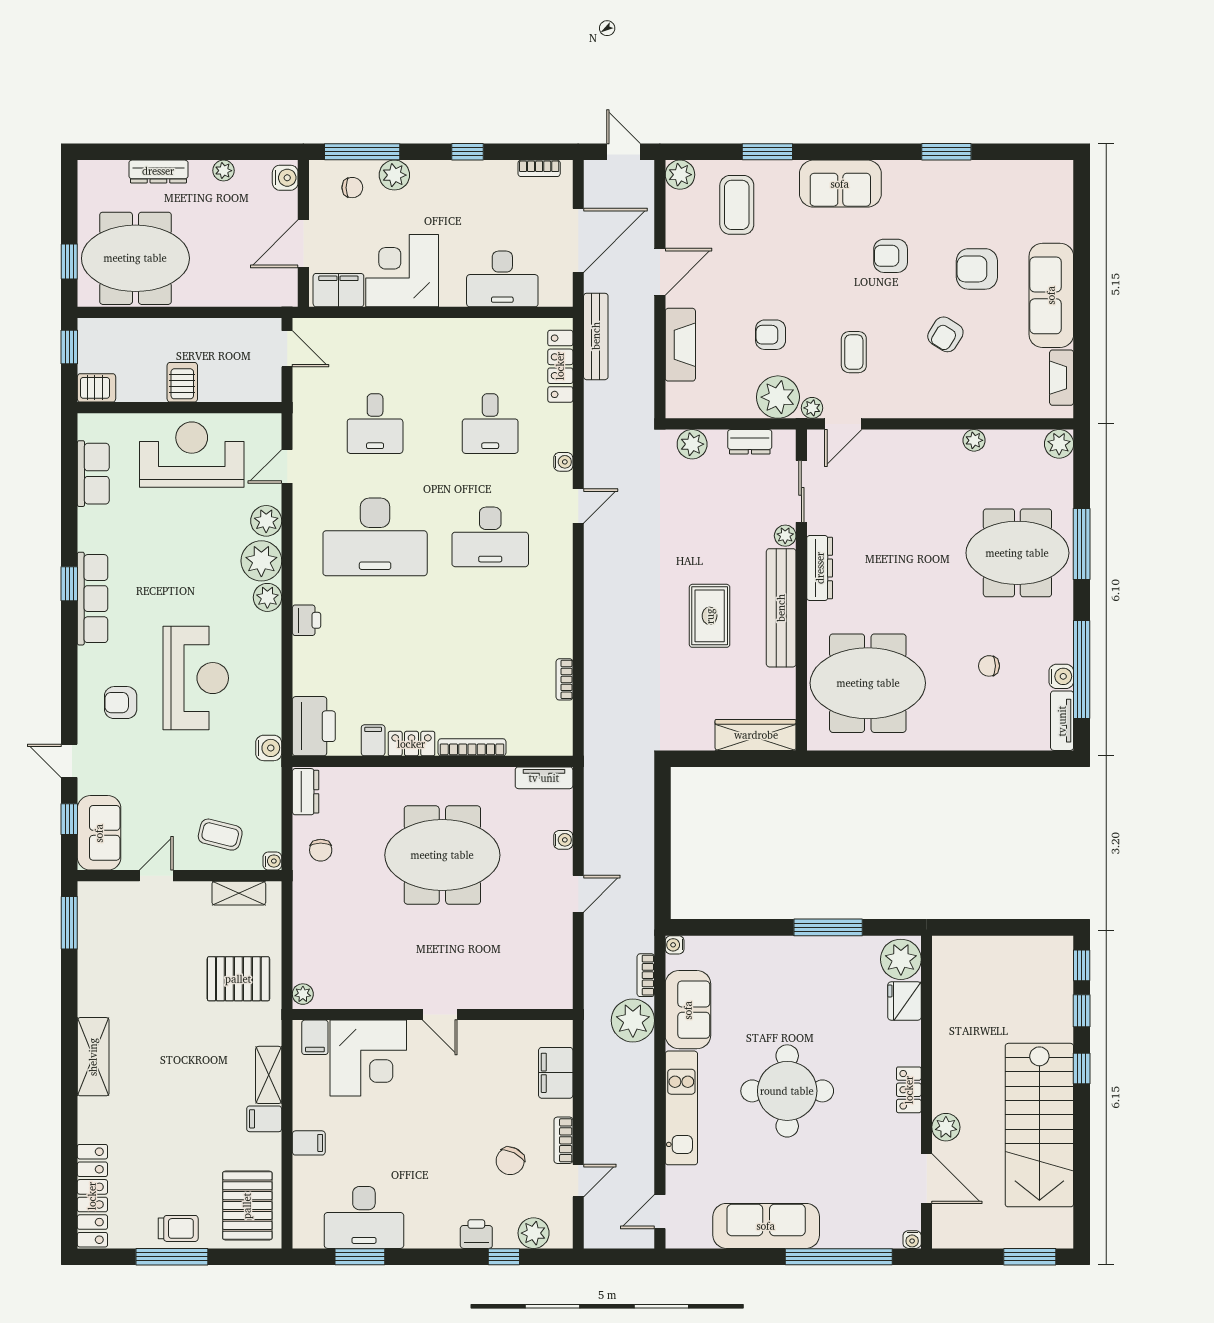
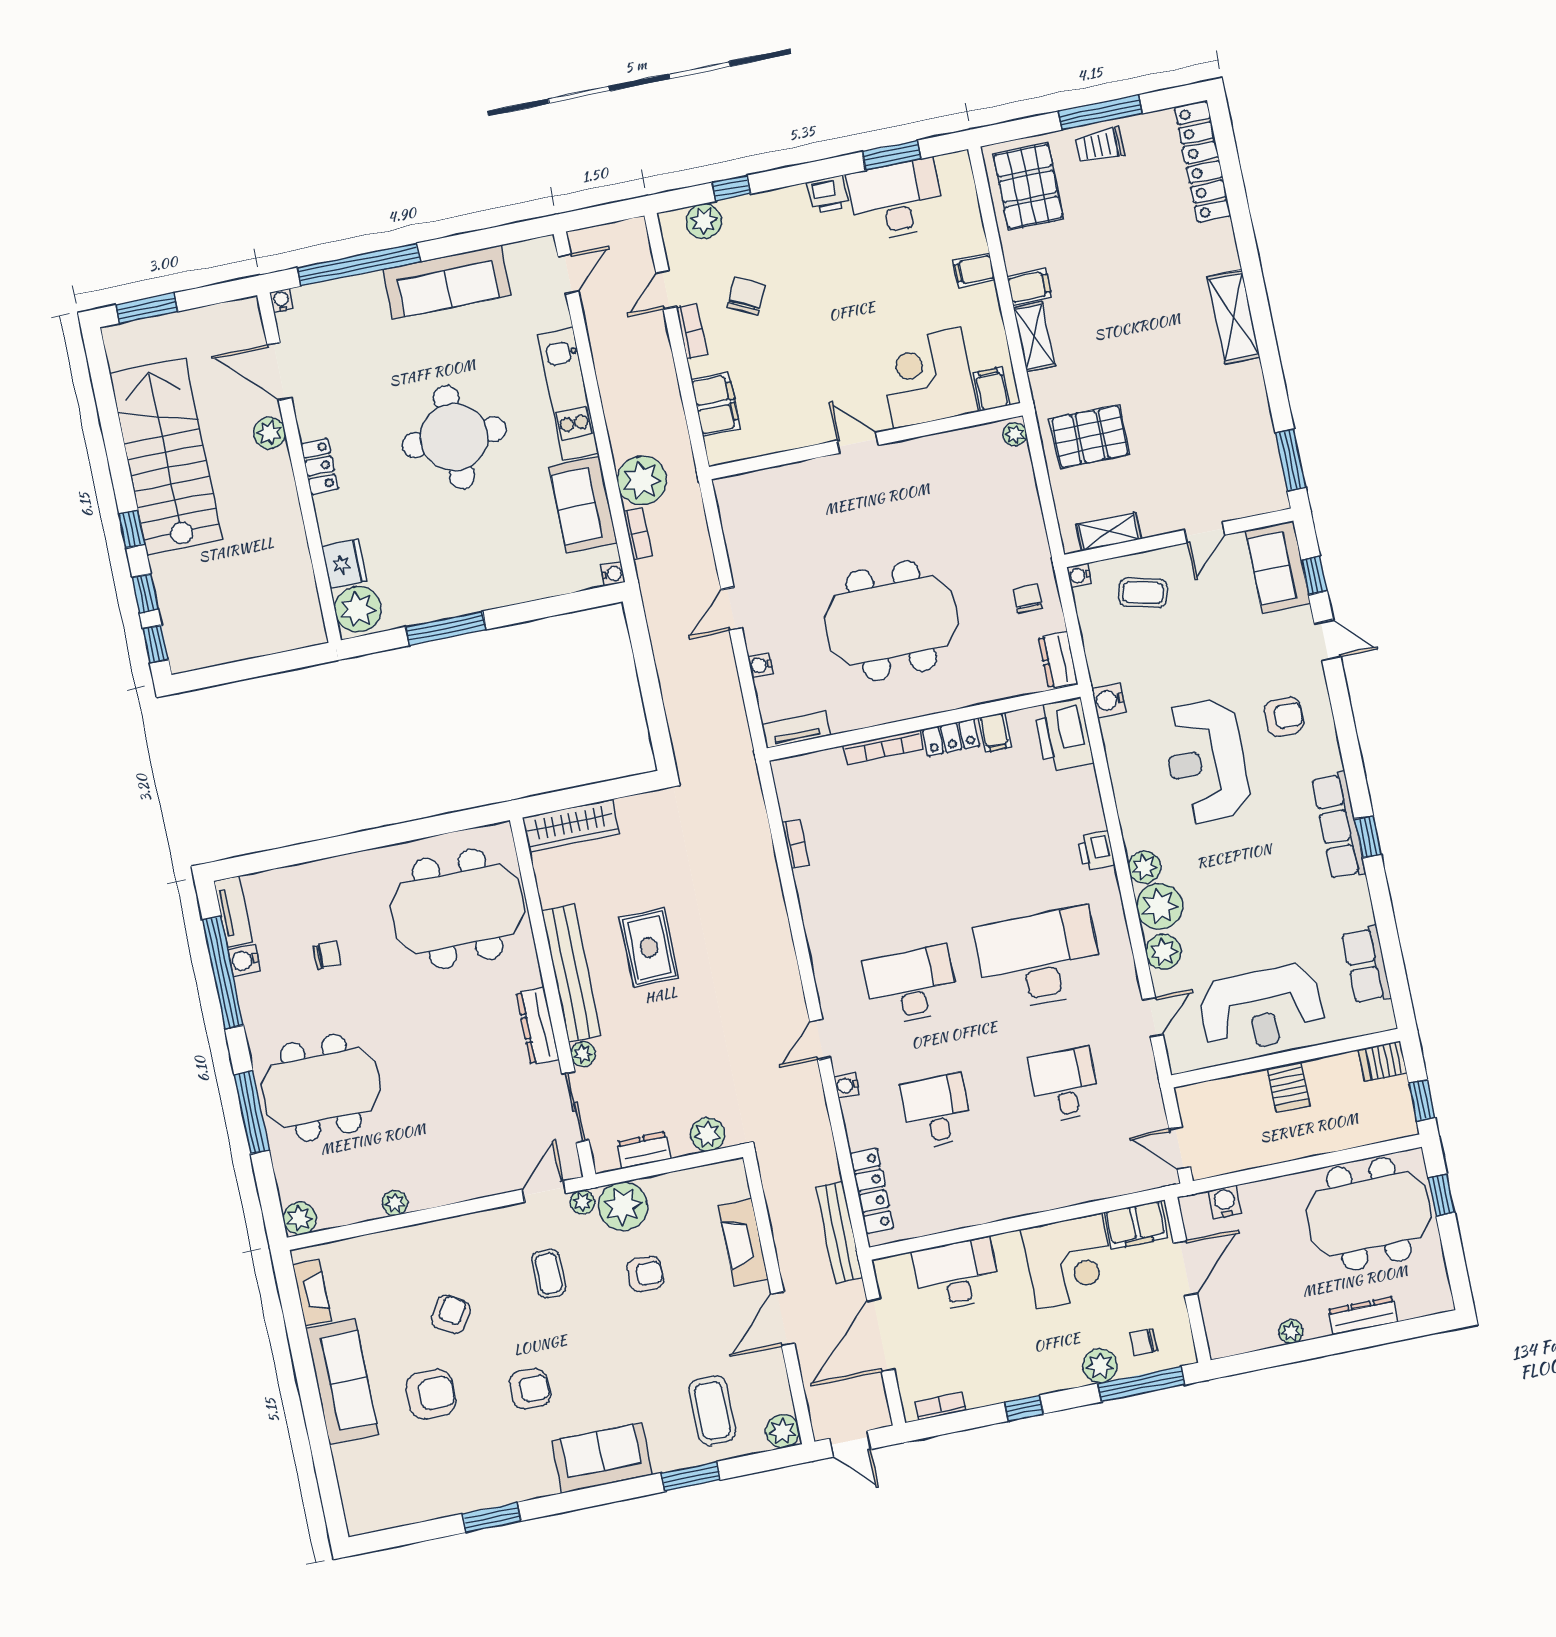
water cooler: (285, 178) -> (1225, 1202), moved, turned 90
printer: (476, 1234) -> (828, 195), moved

